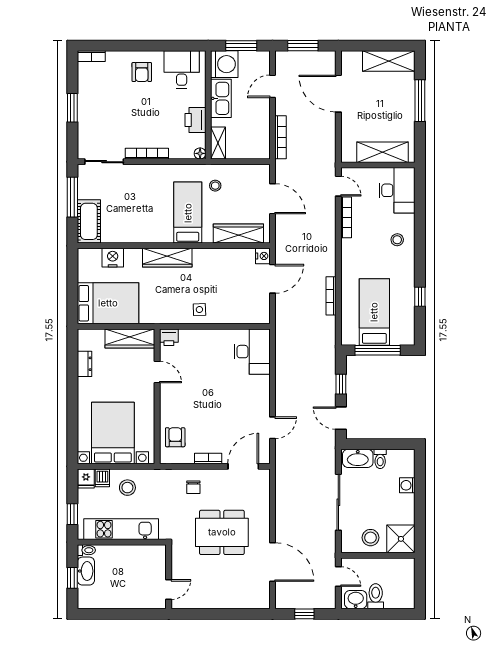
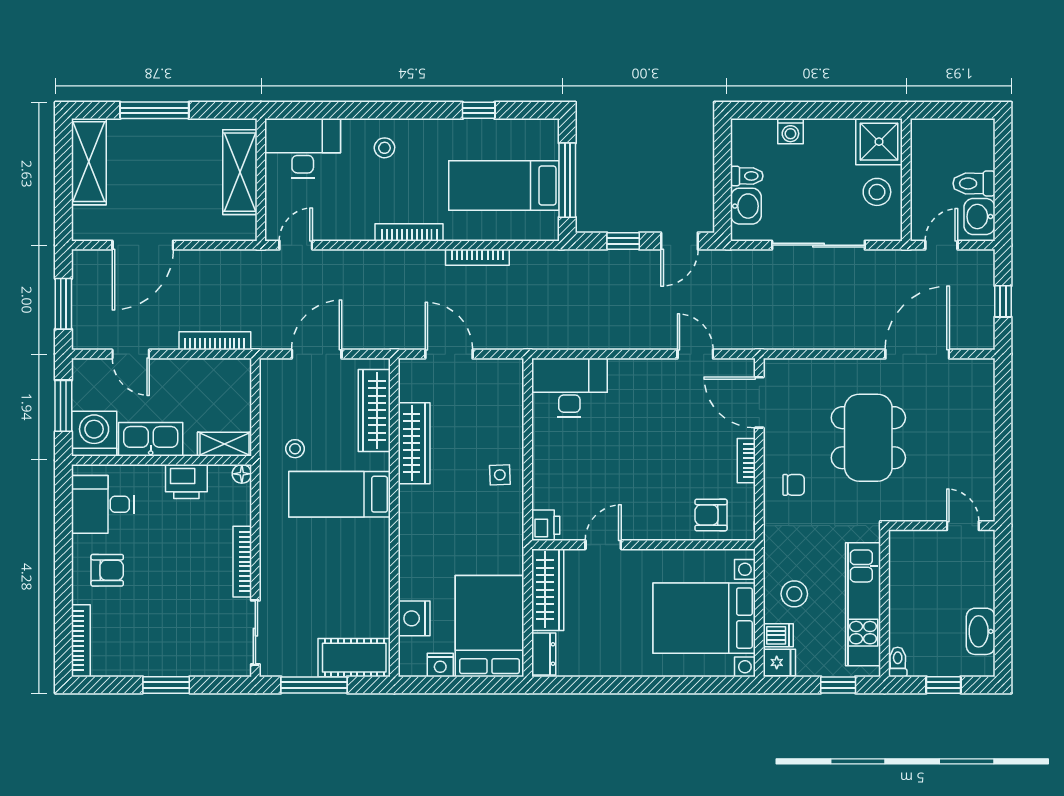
bookcase: (91, 56) -> (81, 641), width x1.56
bookcase: (346, 217) -> (409, 232), moved
nightstand: (263, 256) -> (440, 665), moved, turned 180
wardrobe: (167, 258) -> (414, 443), moved
dresser: (84, 364) -> (544, 654), moved, turned 90
washbasin: (358, 458) -> (746, 206), width x0.72
washbasin: (86, 571) -> (981, 631), moved, turned -90

